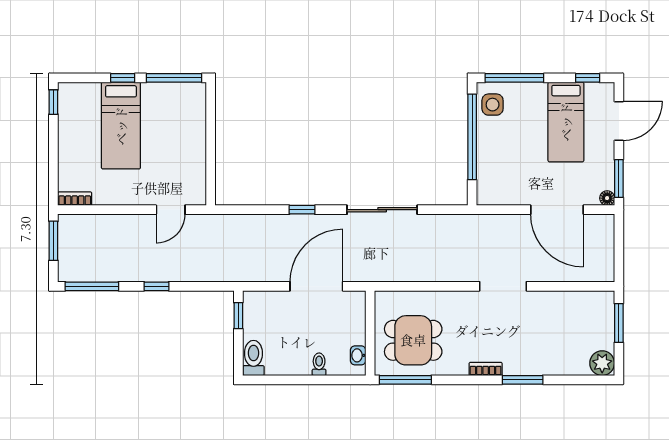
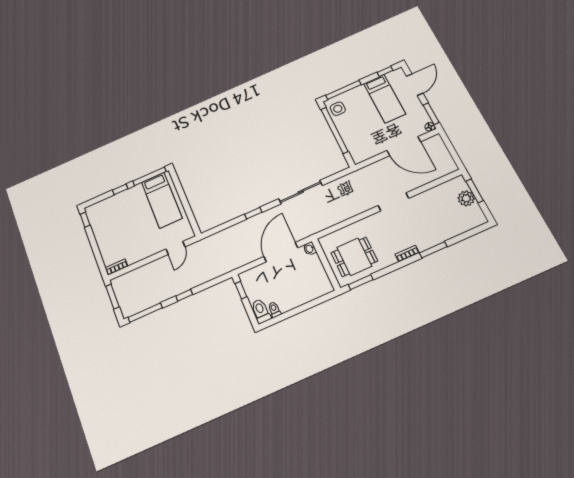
bed: (121, 126) -> (162, 200), moved
washbasin: (358, 355) -> (310, 249), moved
plant: (602, 363) -> (466, 198), moved
toilet: (319, 364) -> (274, 310), moved
window: (405, 380) -> (361, 282), width x0.69

